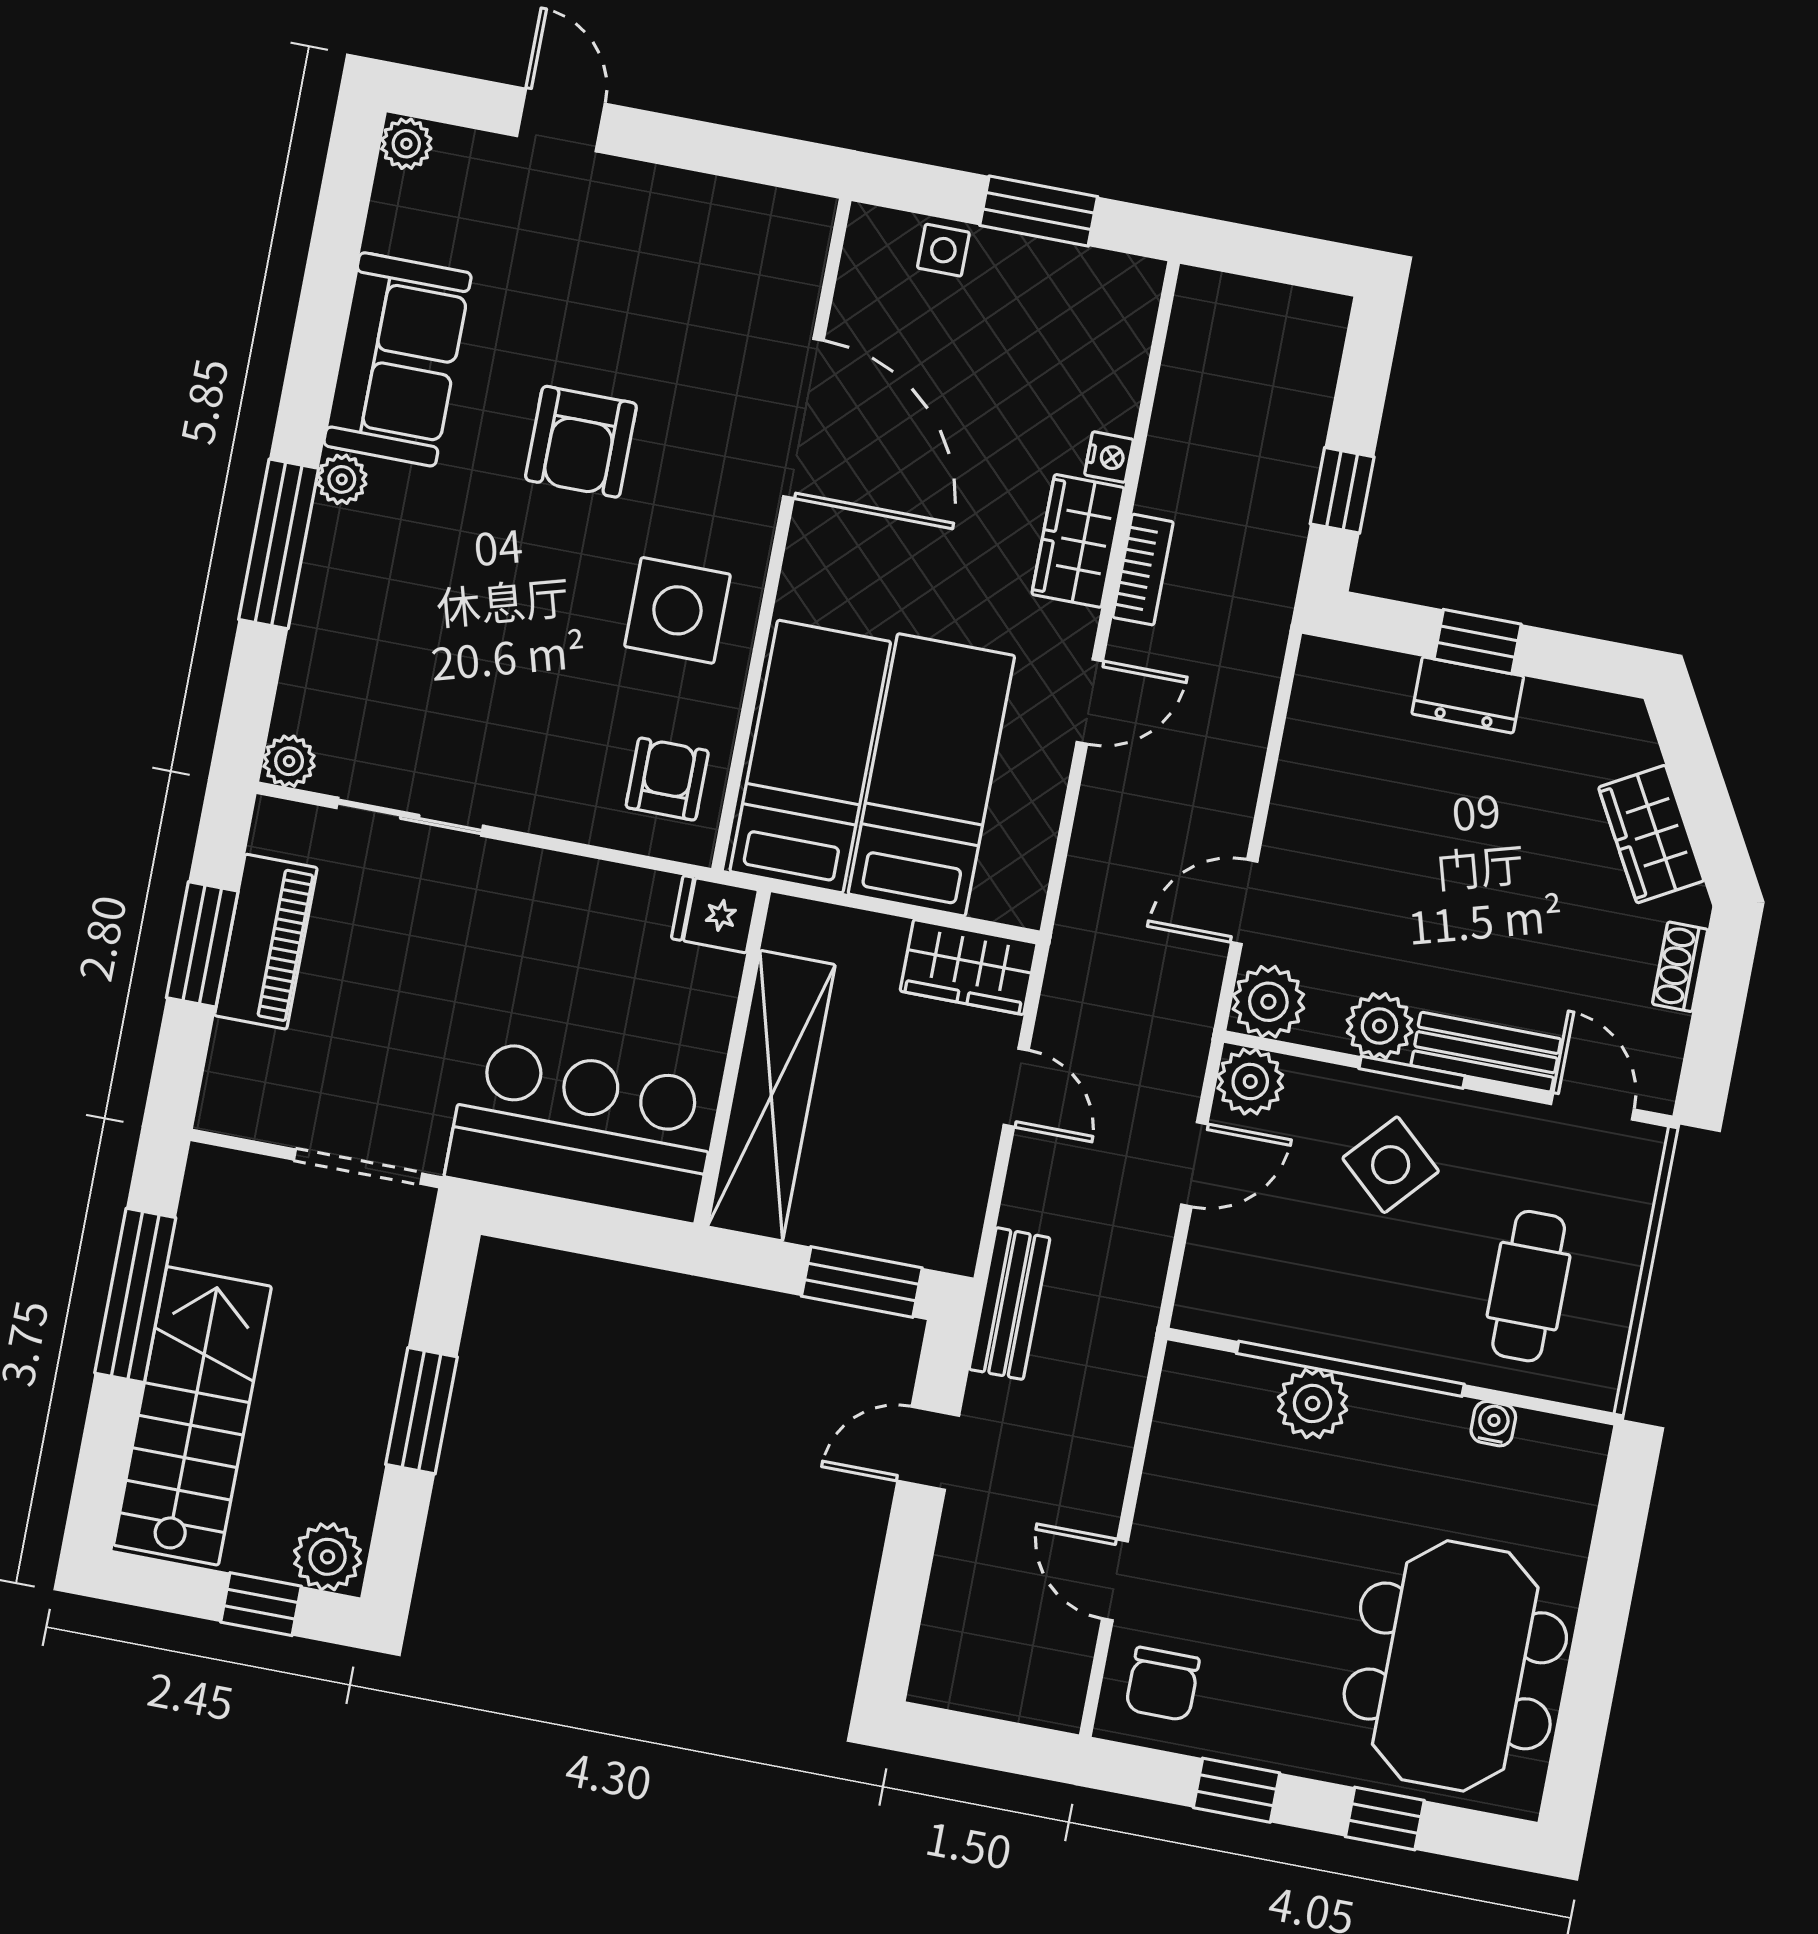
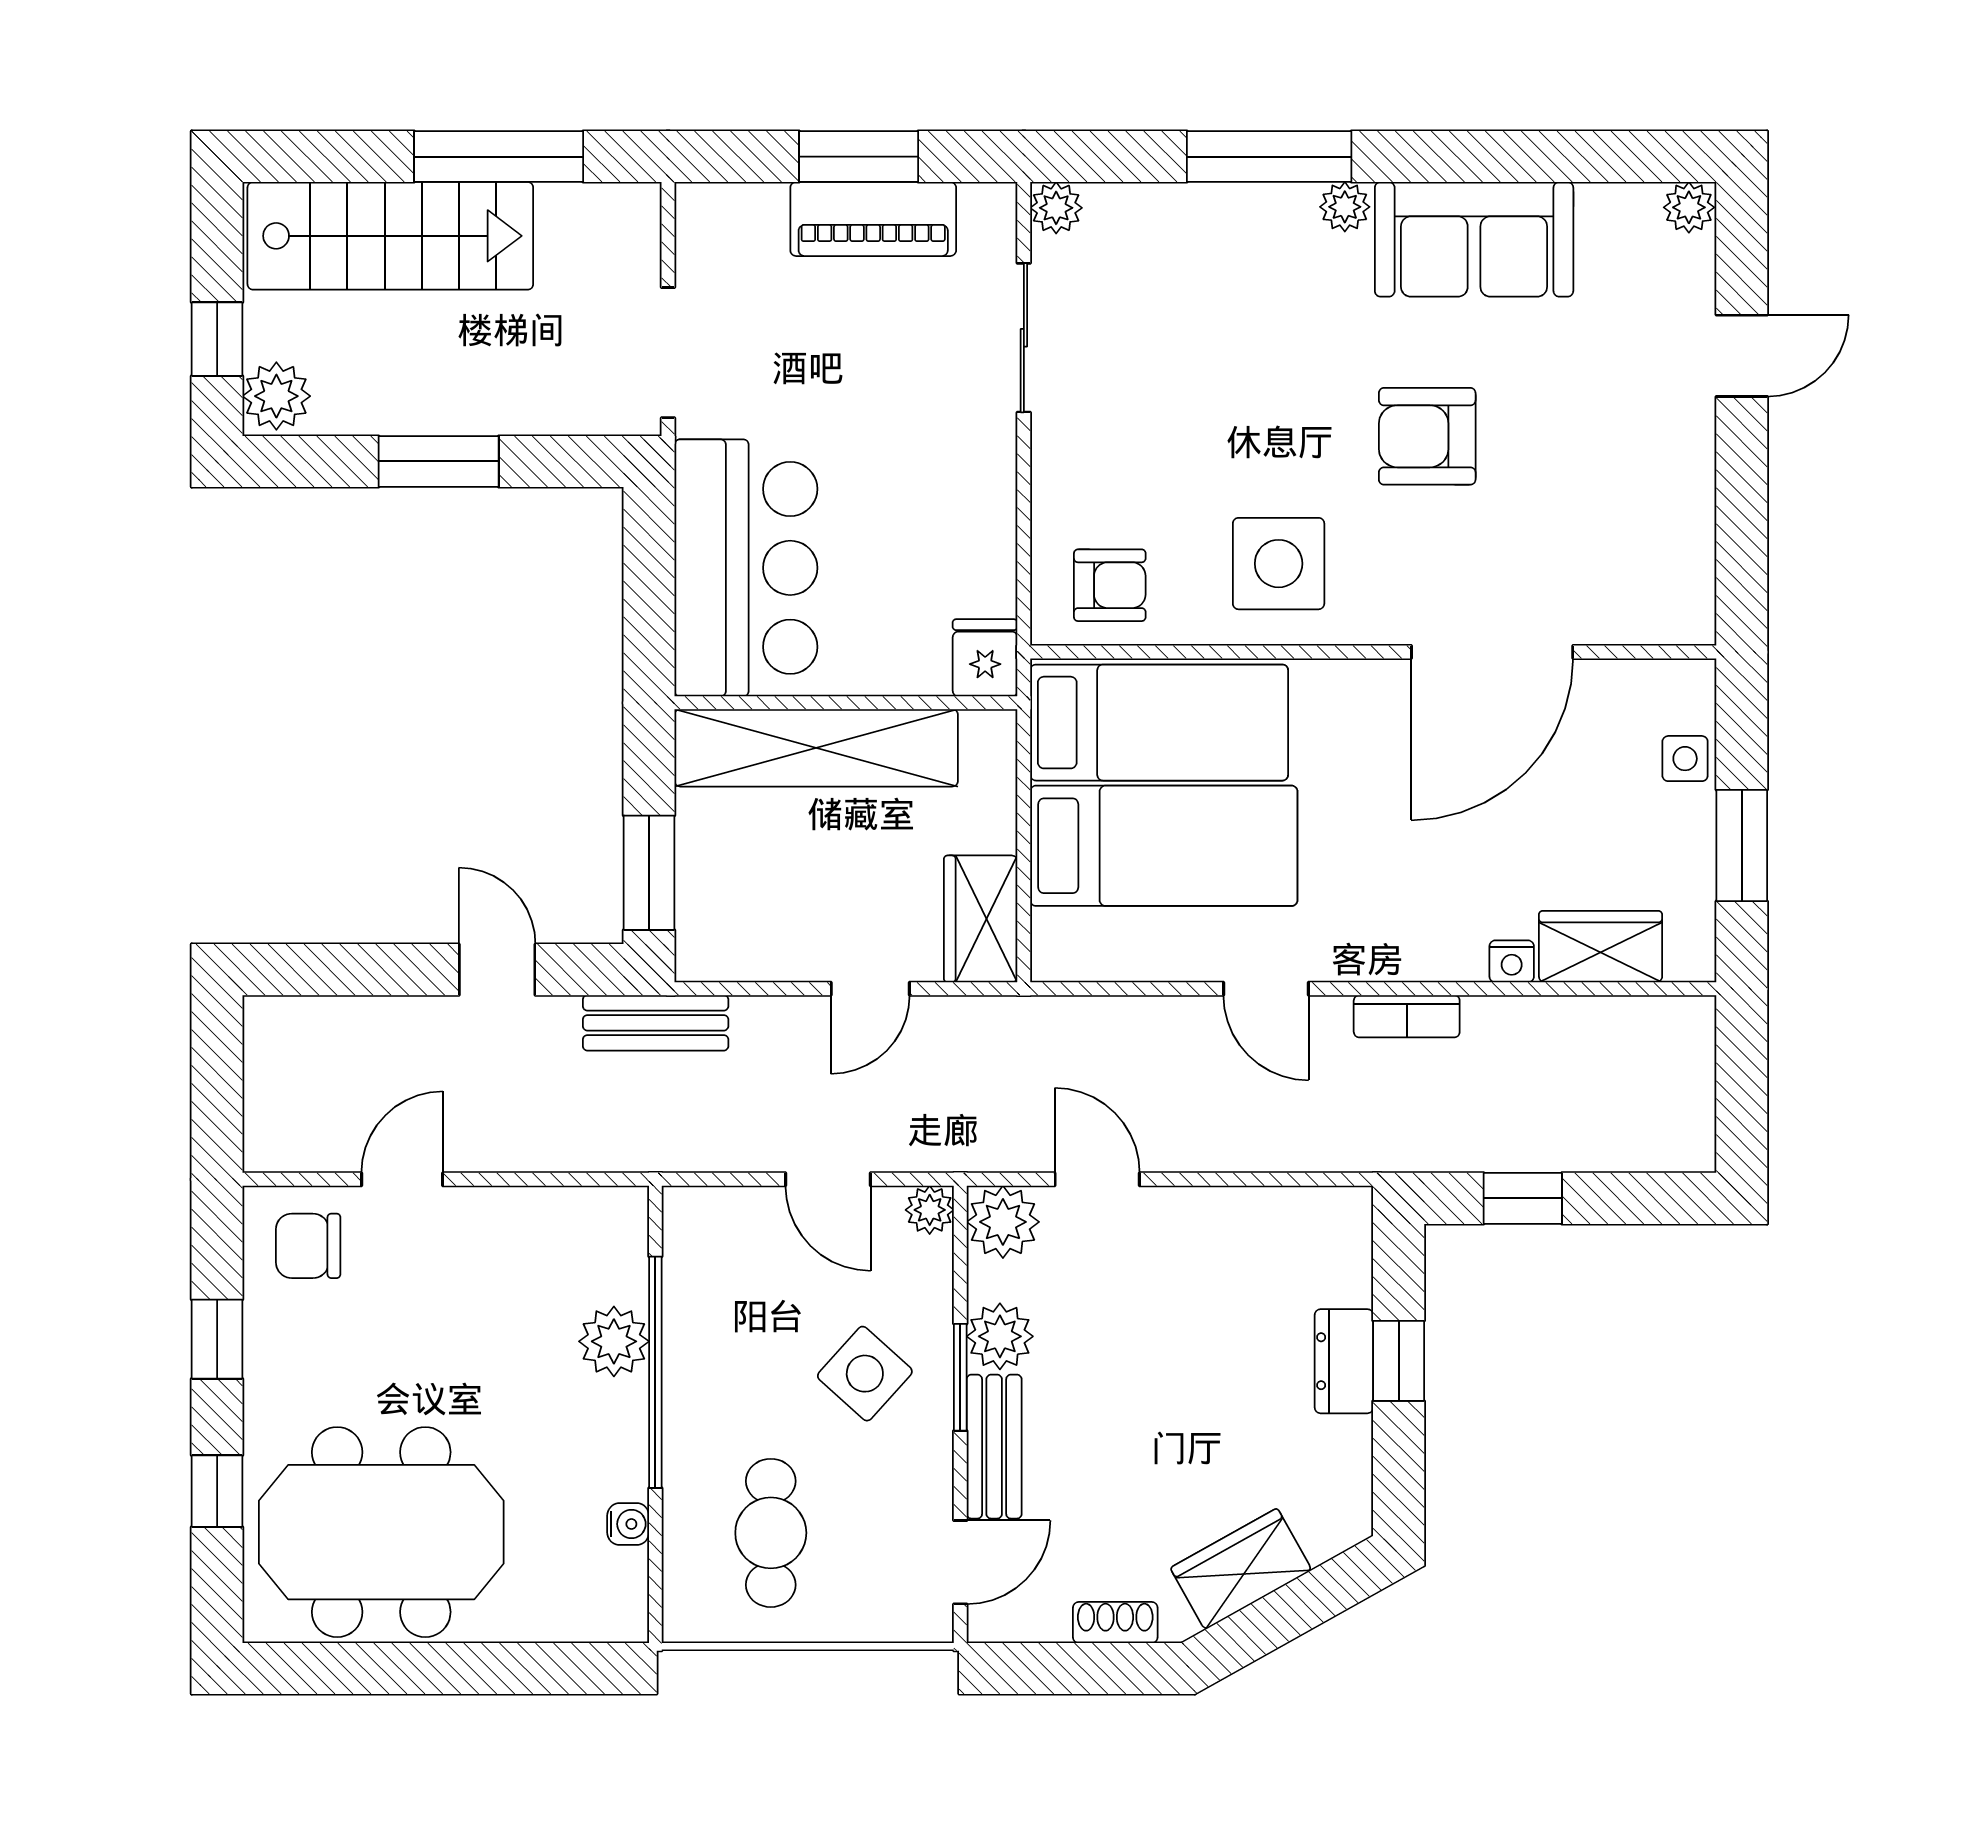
wardrobe: (1078, 541) -> (1601, 947), moved
plant: (1250, 1082) -> (930, 1210), width x0.73, depth x0.73
cafe table: (1529, 1286) -> (771, 1533), turned 90

